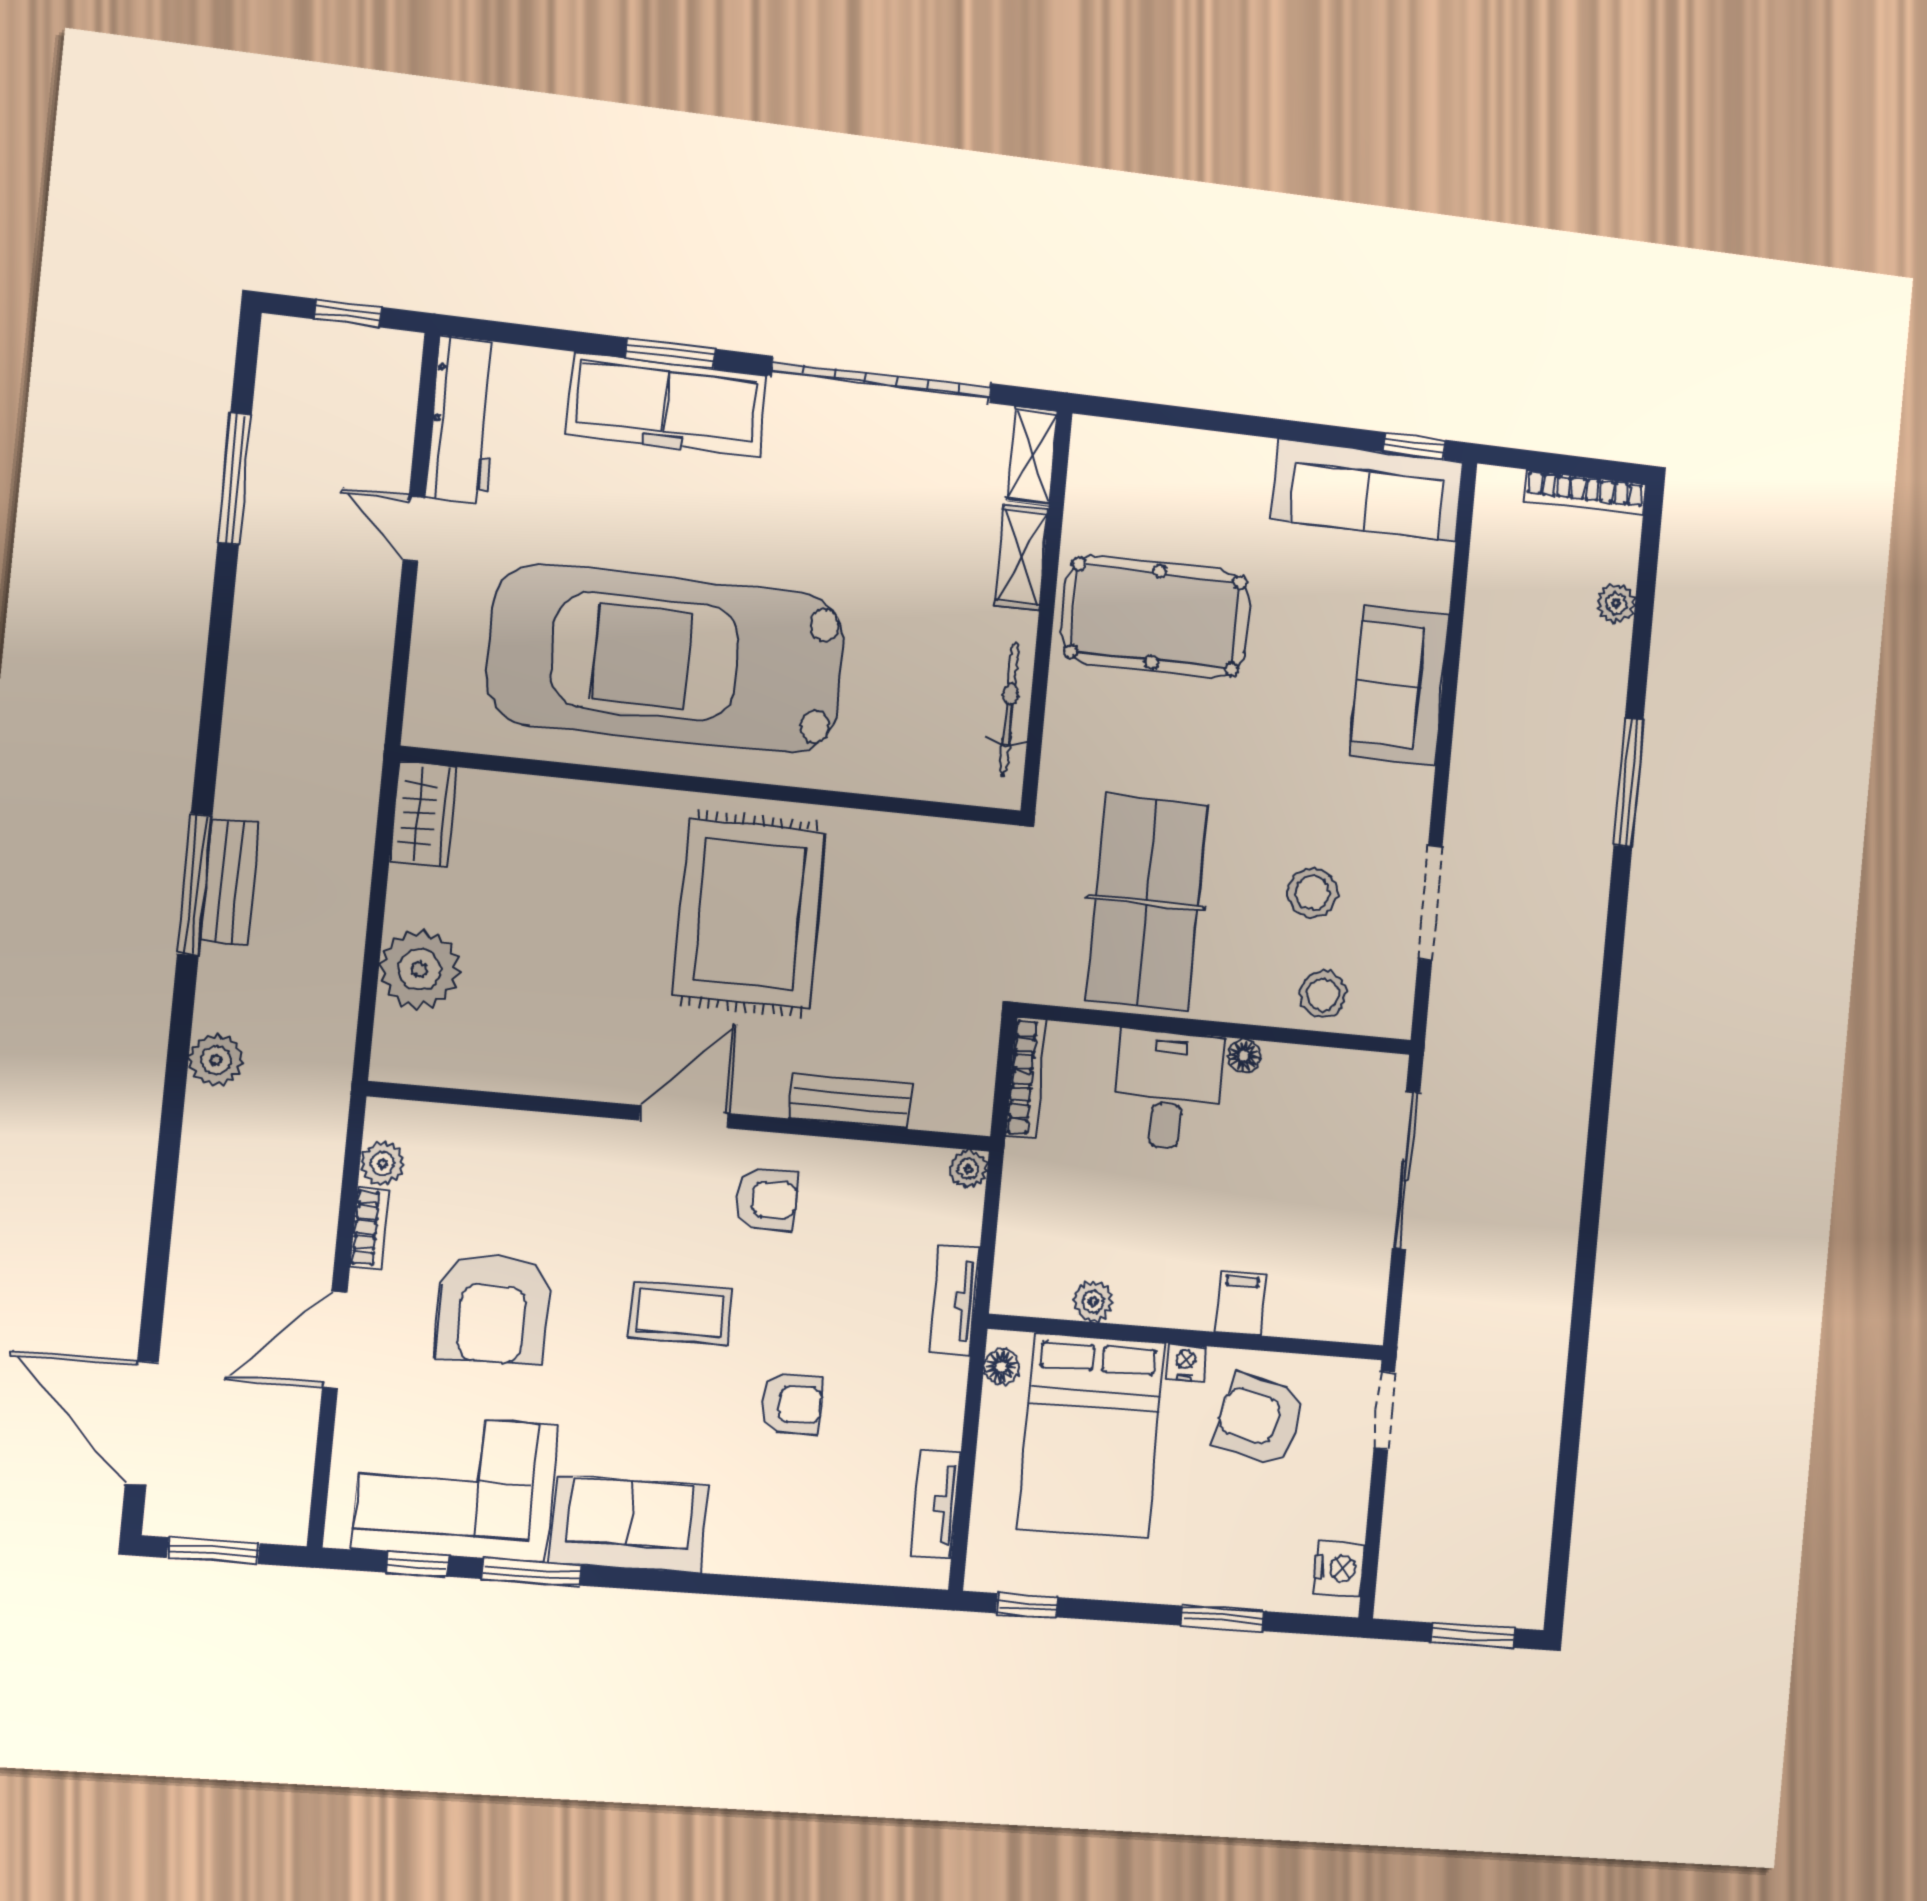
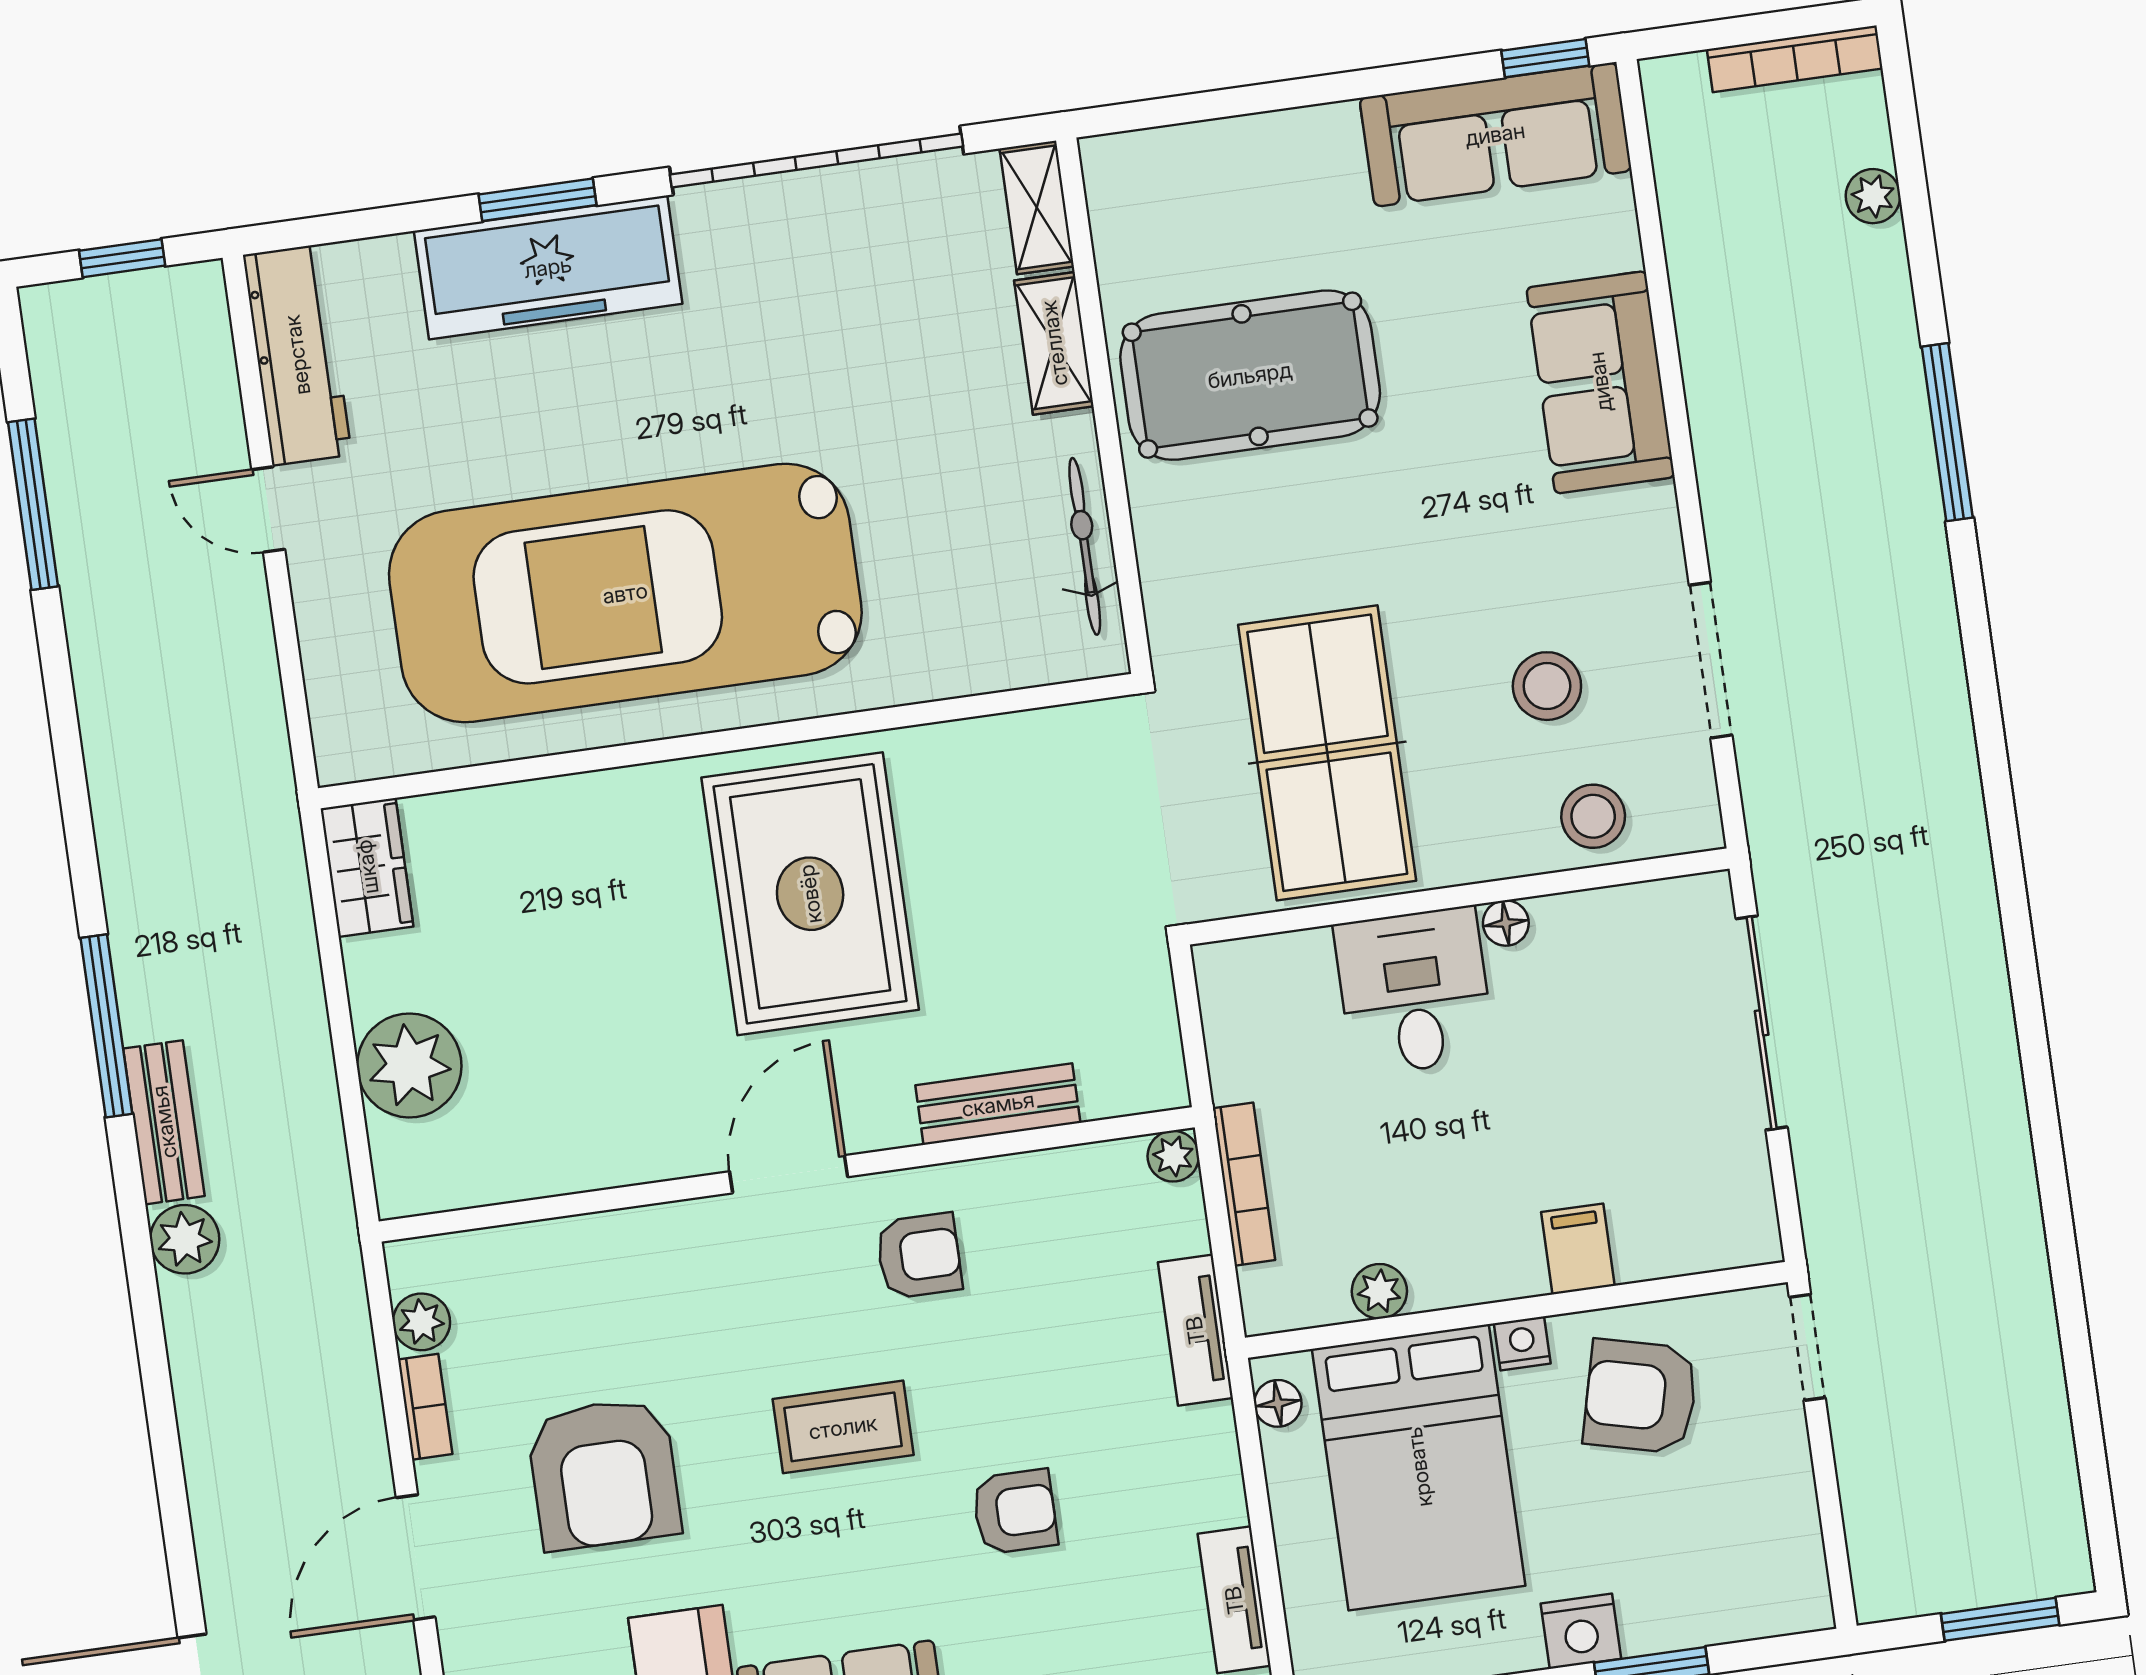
bench: (230, 882) -> (164, 1122), moved
bookcase: (1026, 1078) -> (1244, 1184), moved
nightstand: (1339, 1568) -> (1581, 1631), moved, turned 90

